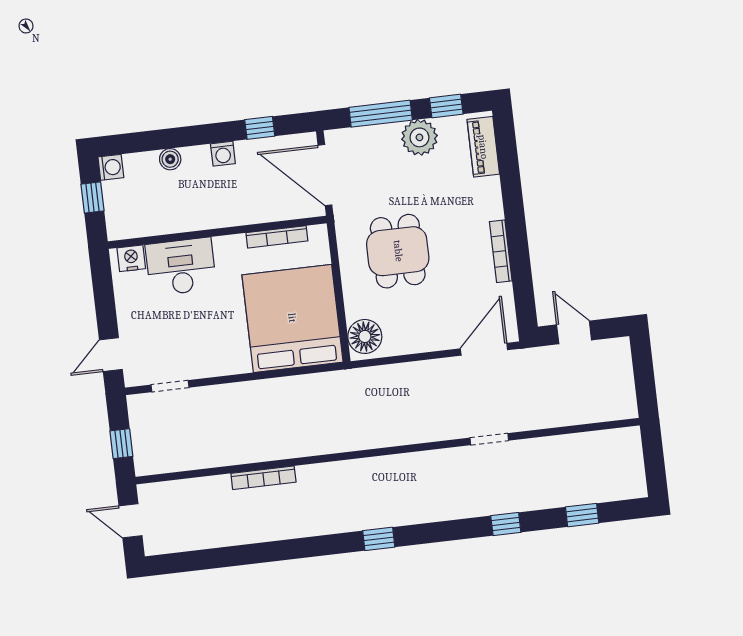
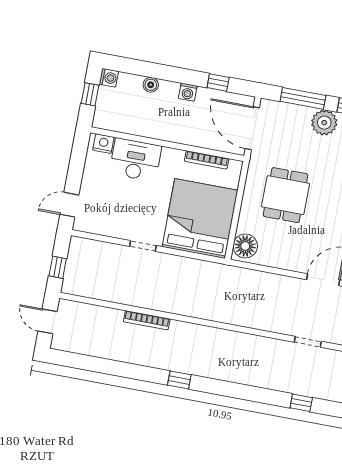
doorway: (170, 386) -> (143, 246), moved
window: (379, 539) -> (179, 380), moved

